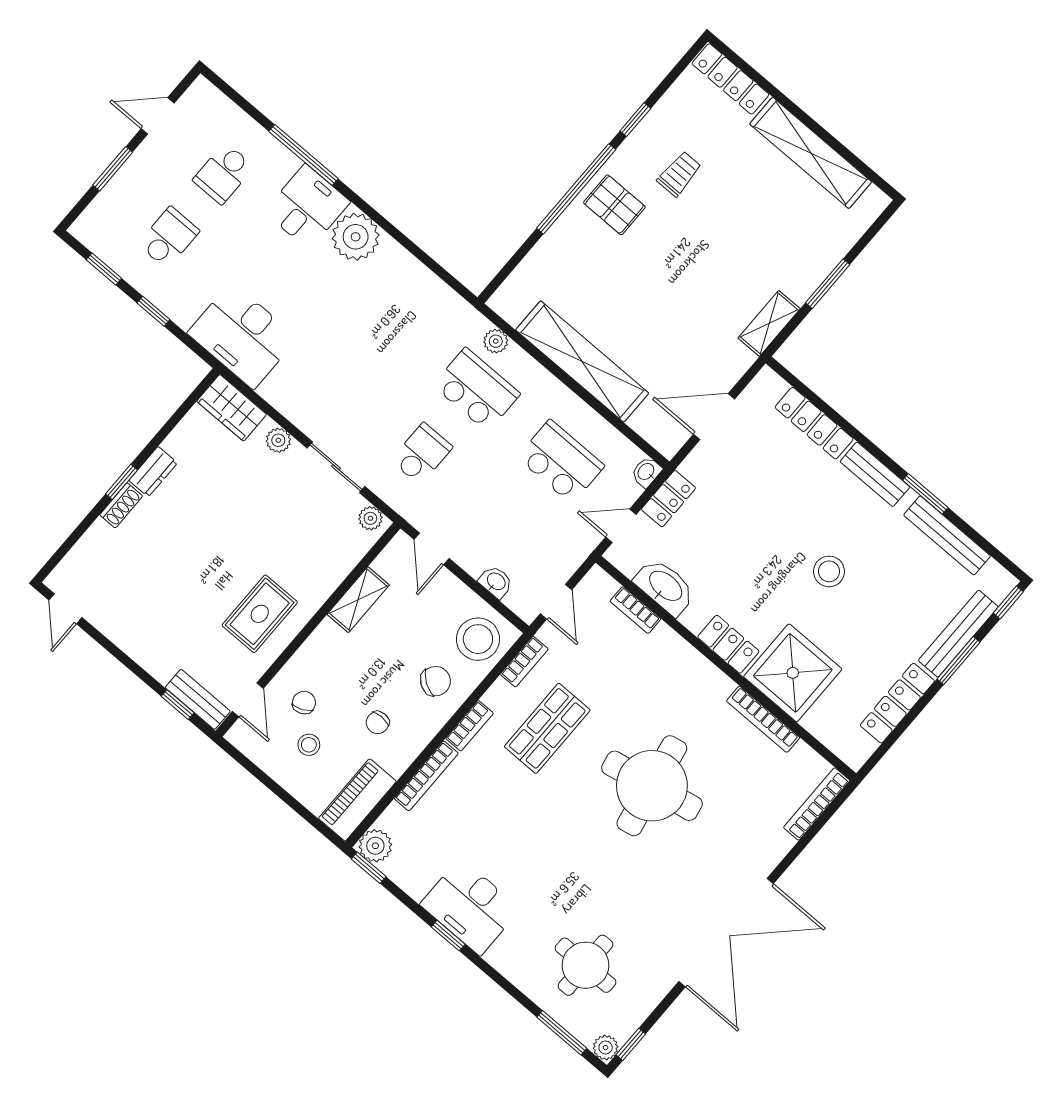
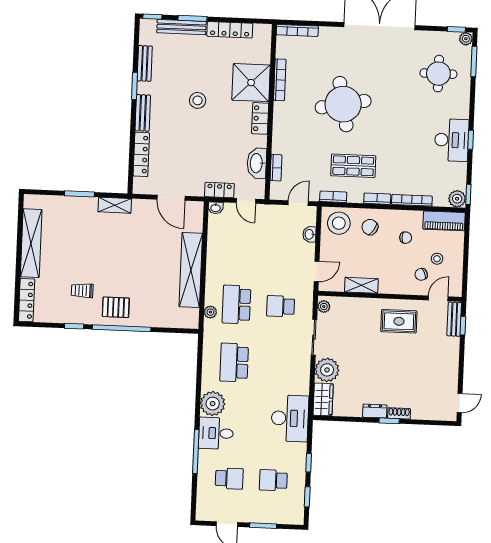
pallet: (614, 205) -> (116, 307), turned 90
plant: (278, 440) -> (327, 370), width x1.87, depth x1.87
school desk: (561, 462) -> (234, 362), moved
bench: (947, 535) -> (145, 63), width x0.73

